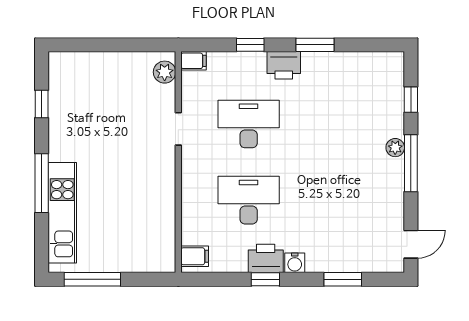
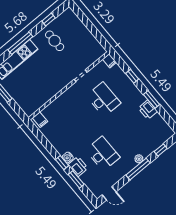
printer: (284, 65) -> (148, 110), moved
plant: (165, 72) -> (97, 54), removed
cafe table: (85, 123) -> (55, 41), added
desk: (249, 200) -> (103, 154), moved
printer: (266, 258) -> (78, 166), moved
window: (265, 279) -> (62, 163), moved

